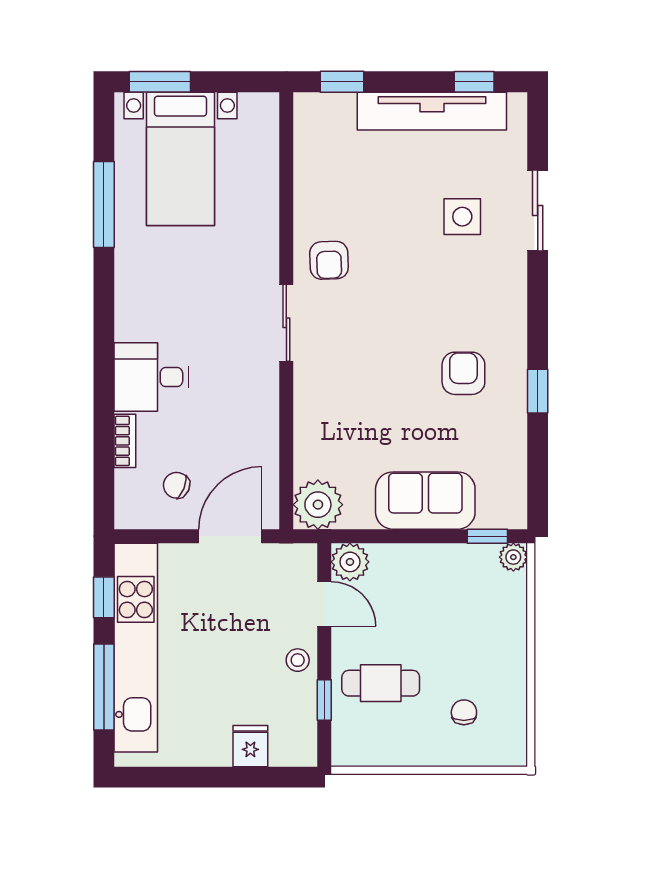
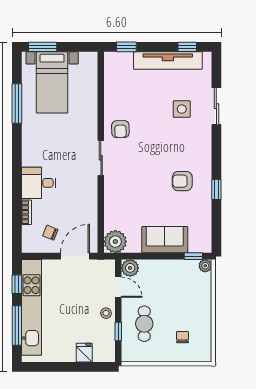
armchair: (463, 373) -> (182, 181), turned -90
cafe table: (381, 683) -> (144, 324), turned 90

